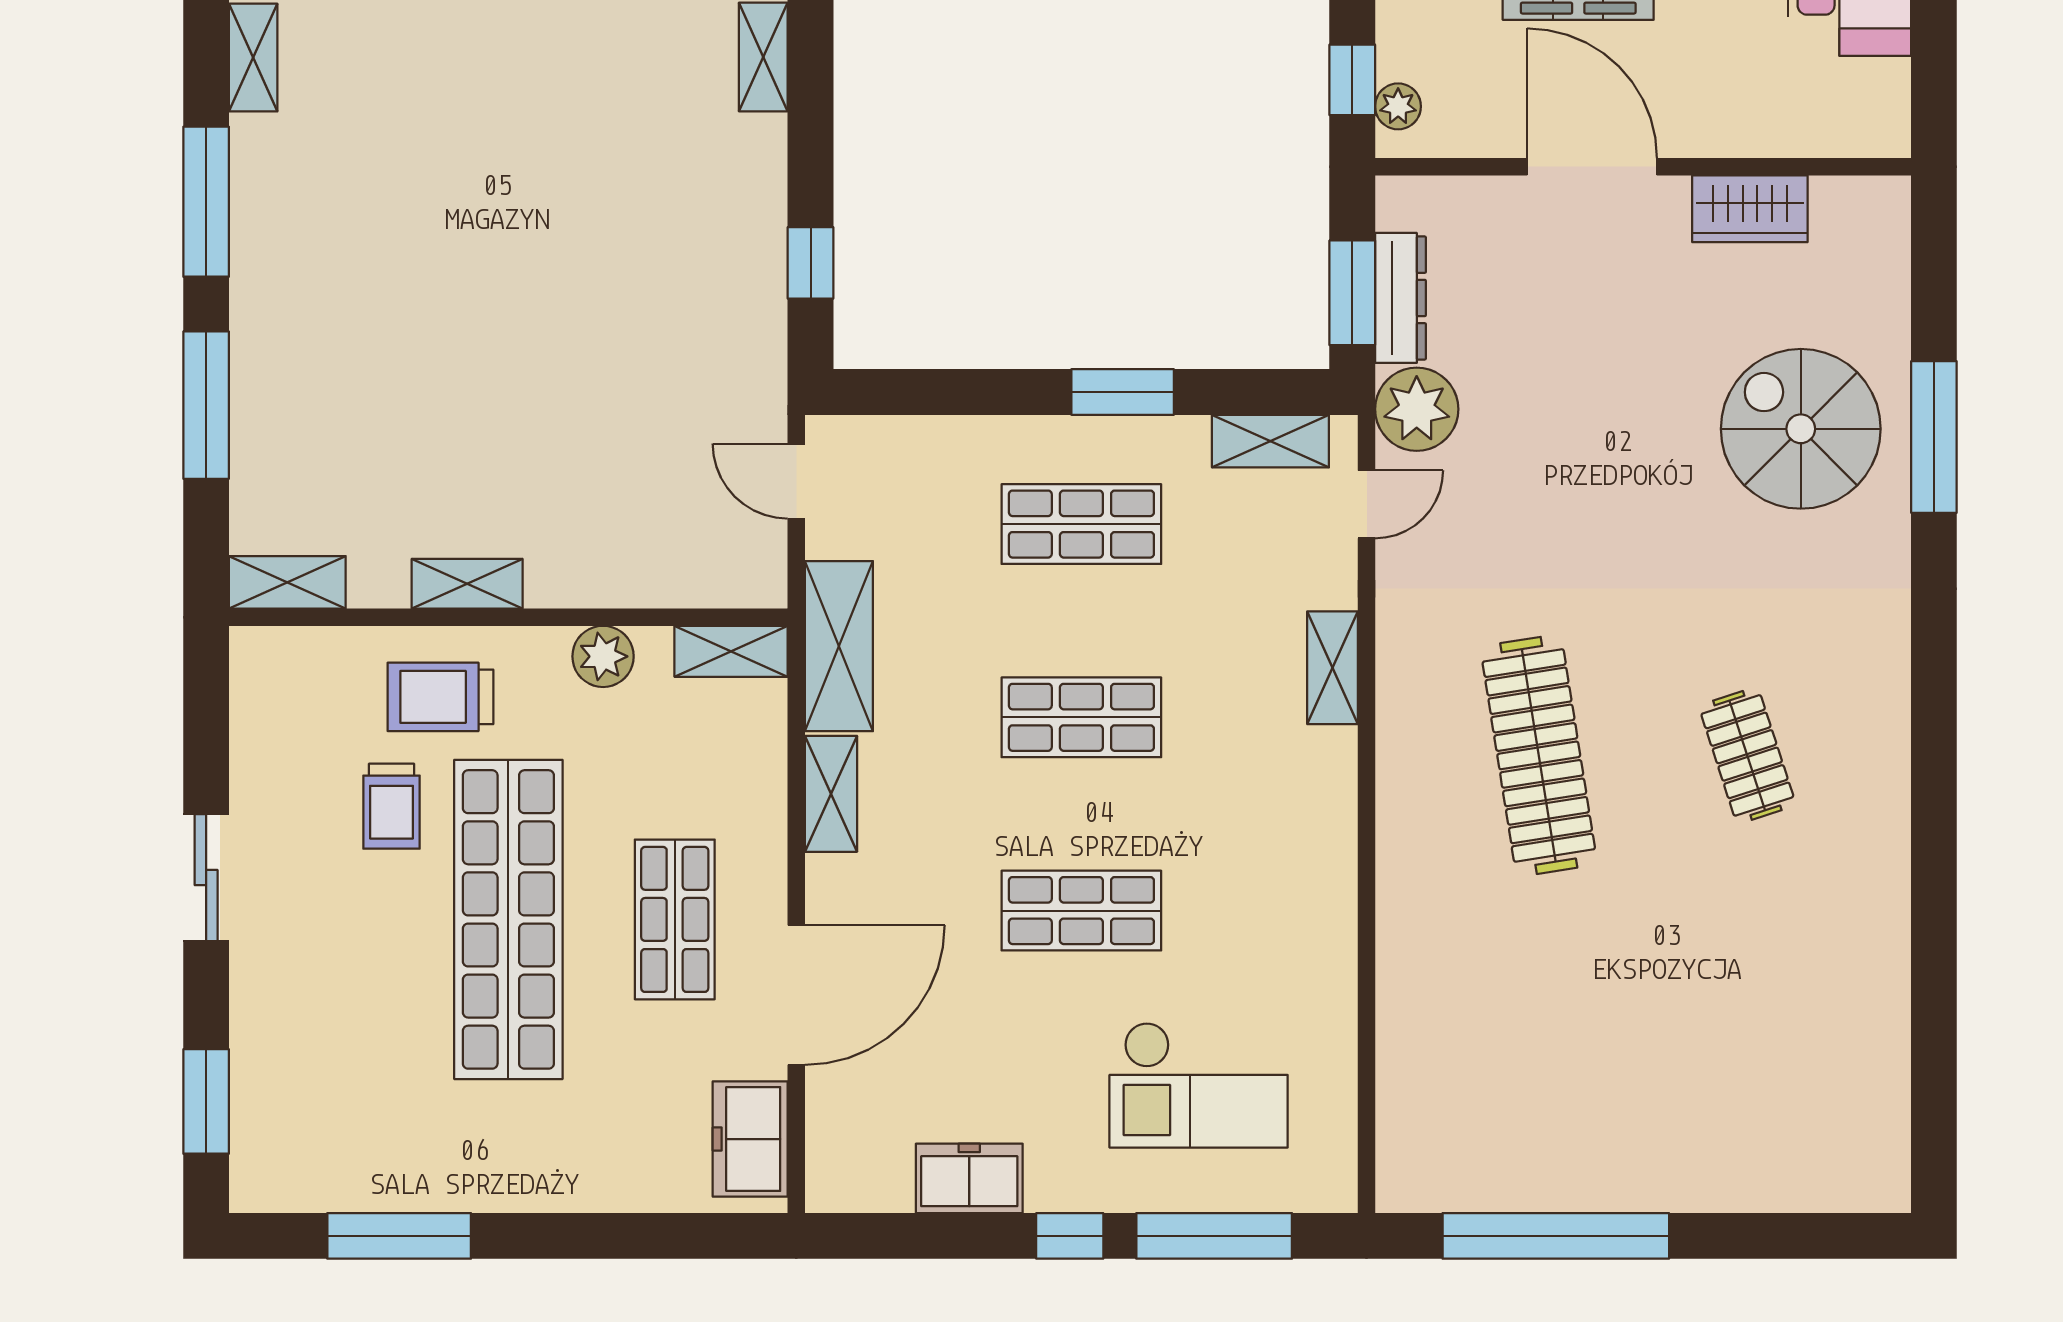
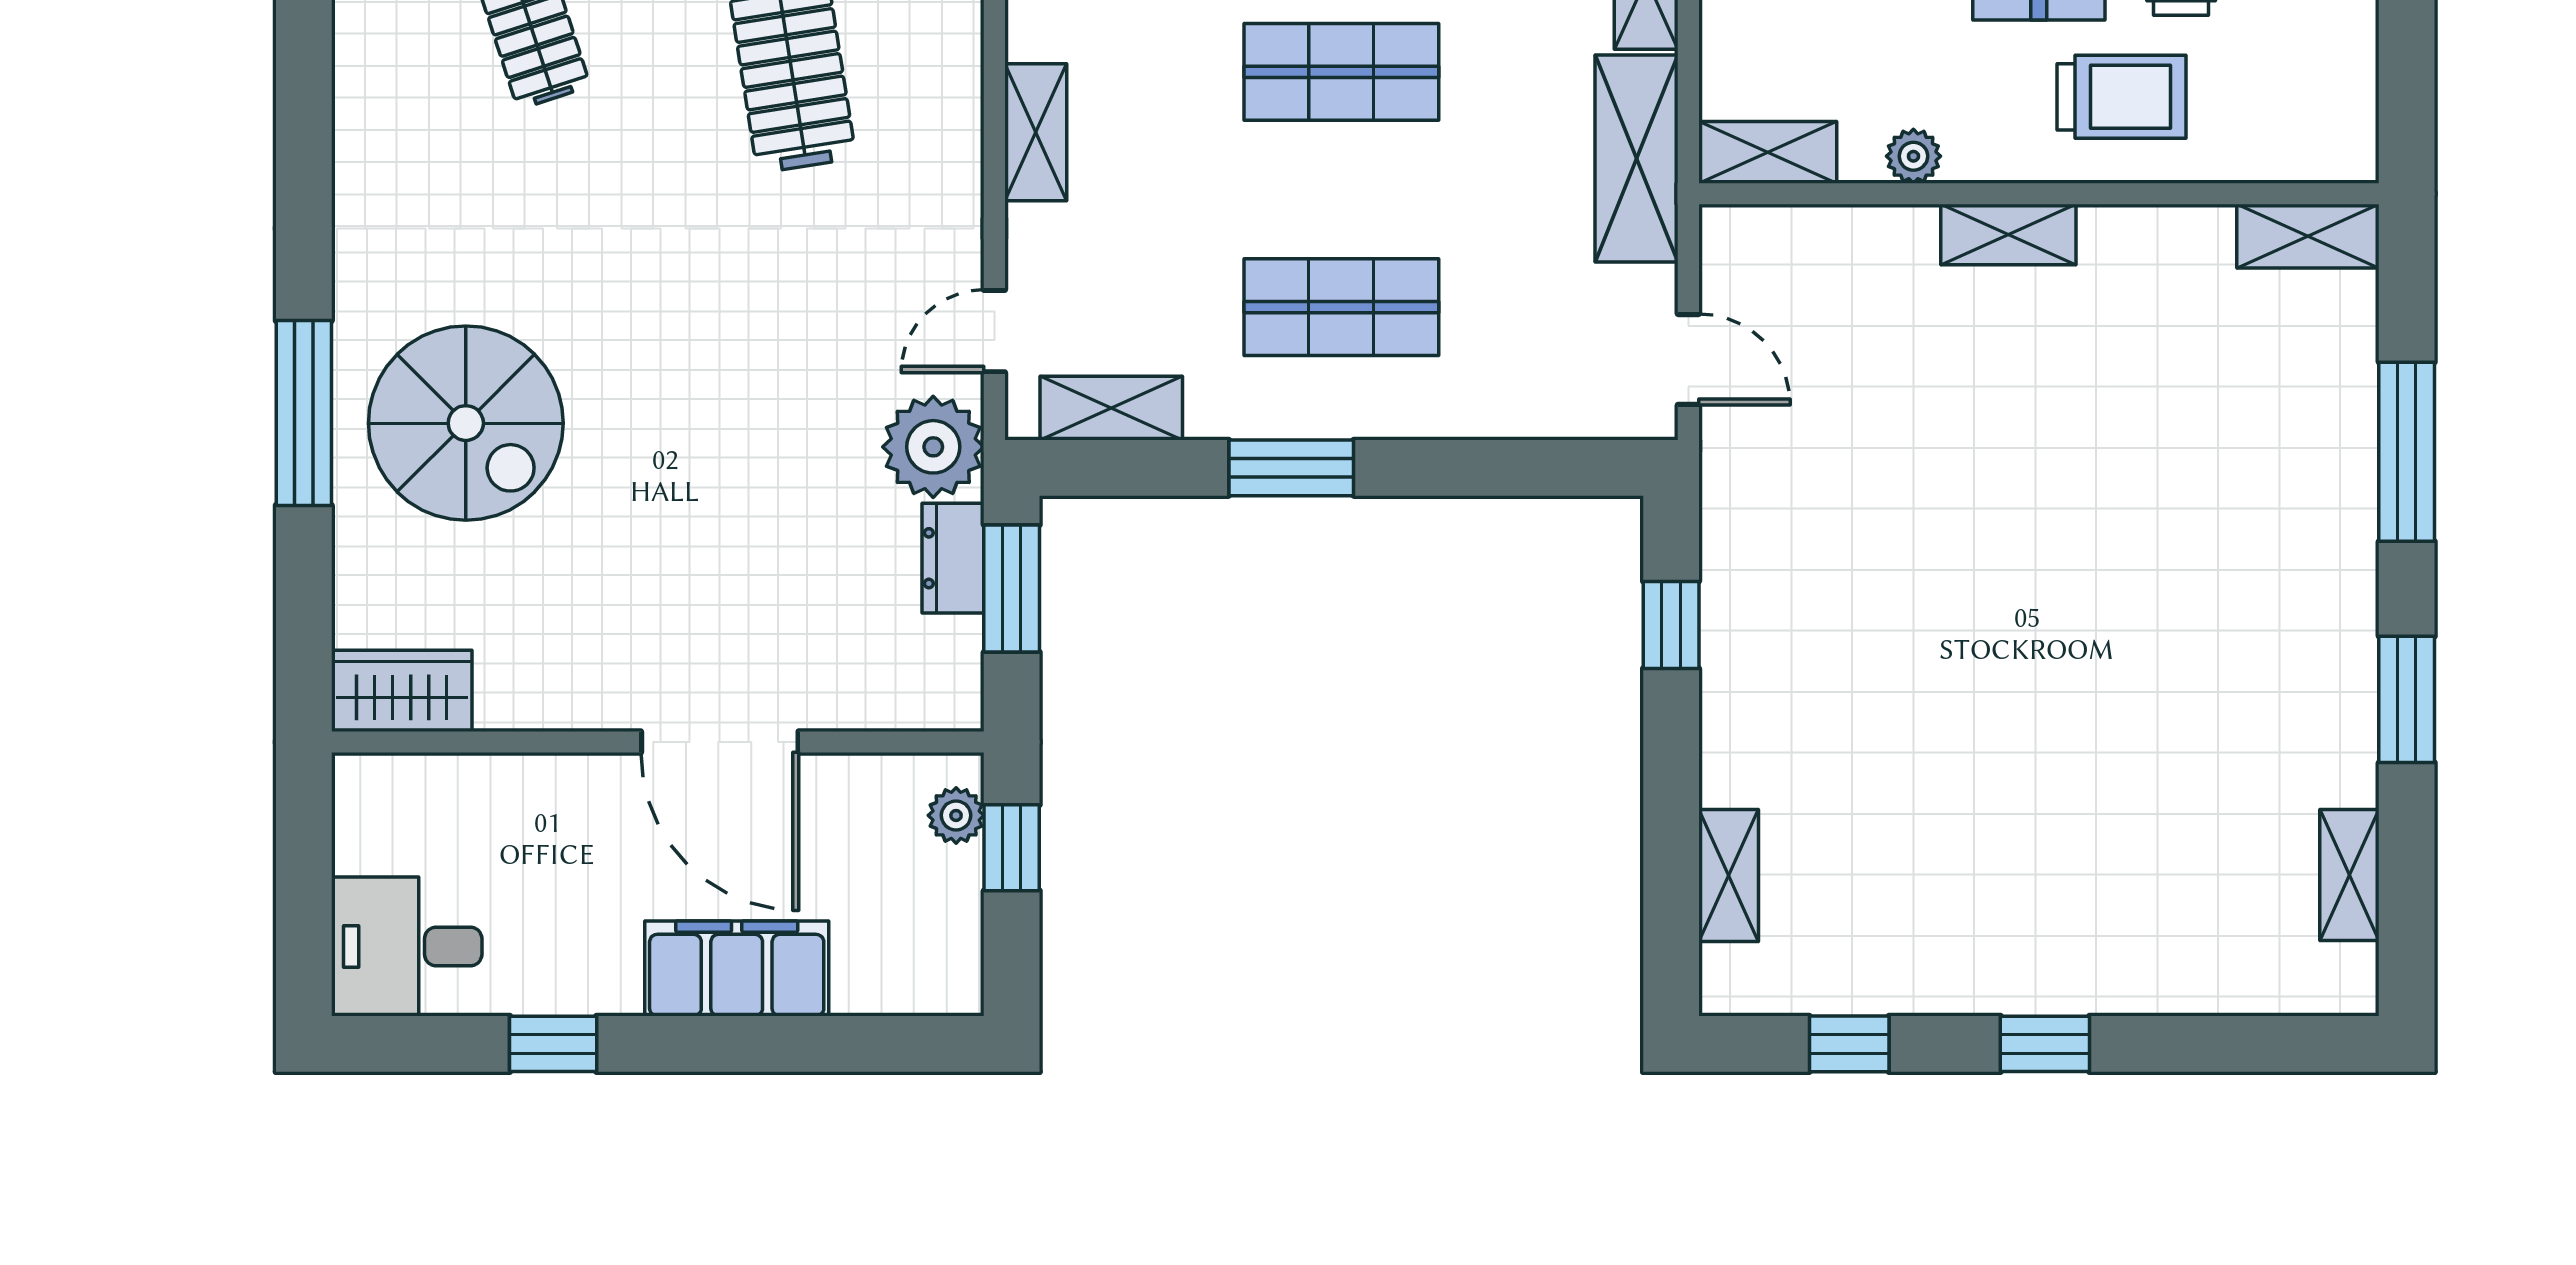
window: (206, 202) -> (2407, 699), width x0.69
wardrobe: (1750, 209) -> (402, 691), moved
dresser: (1400, 298) -> (953, 558), width x0.70
shelving: (467, 584) -> (2008, 234), moved
plant: (603, 656) -> (1913, 156), width x0.73, depth x0.73

